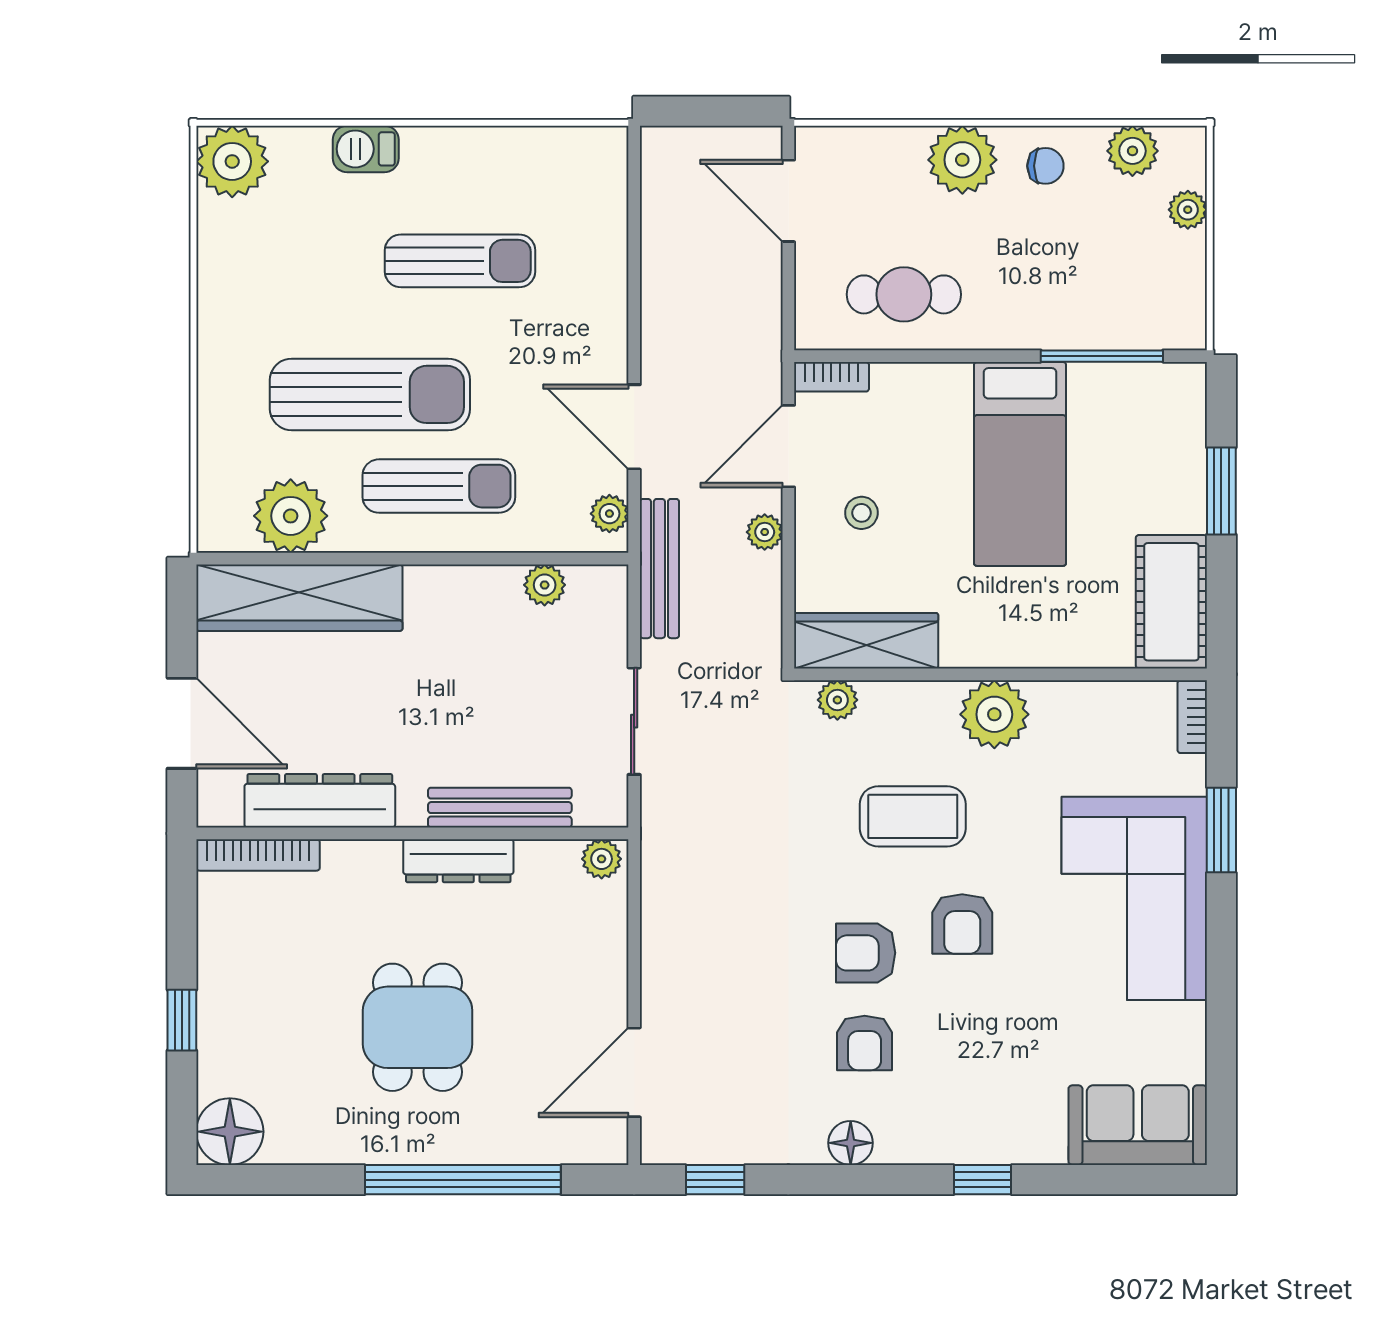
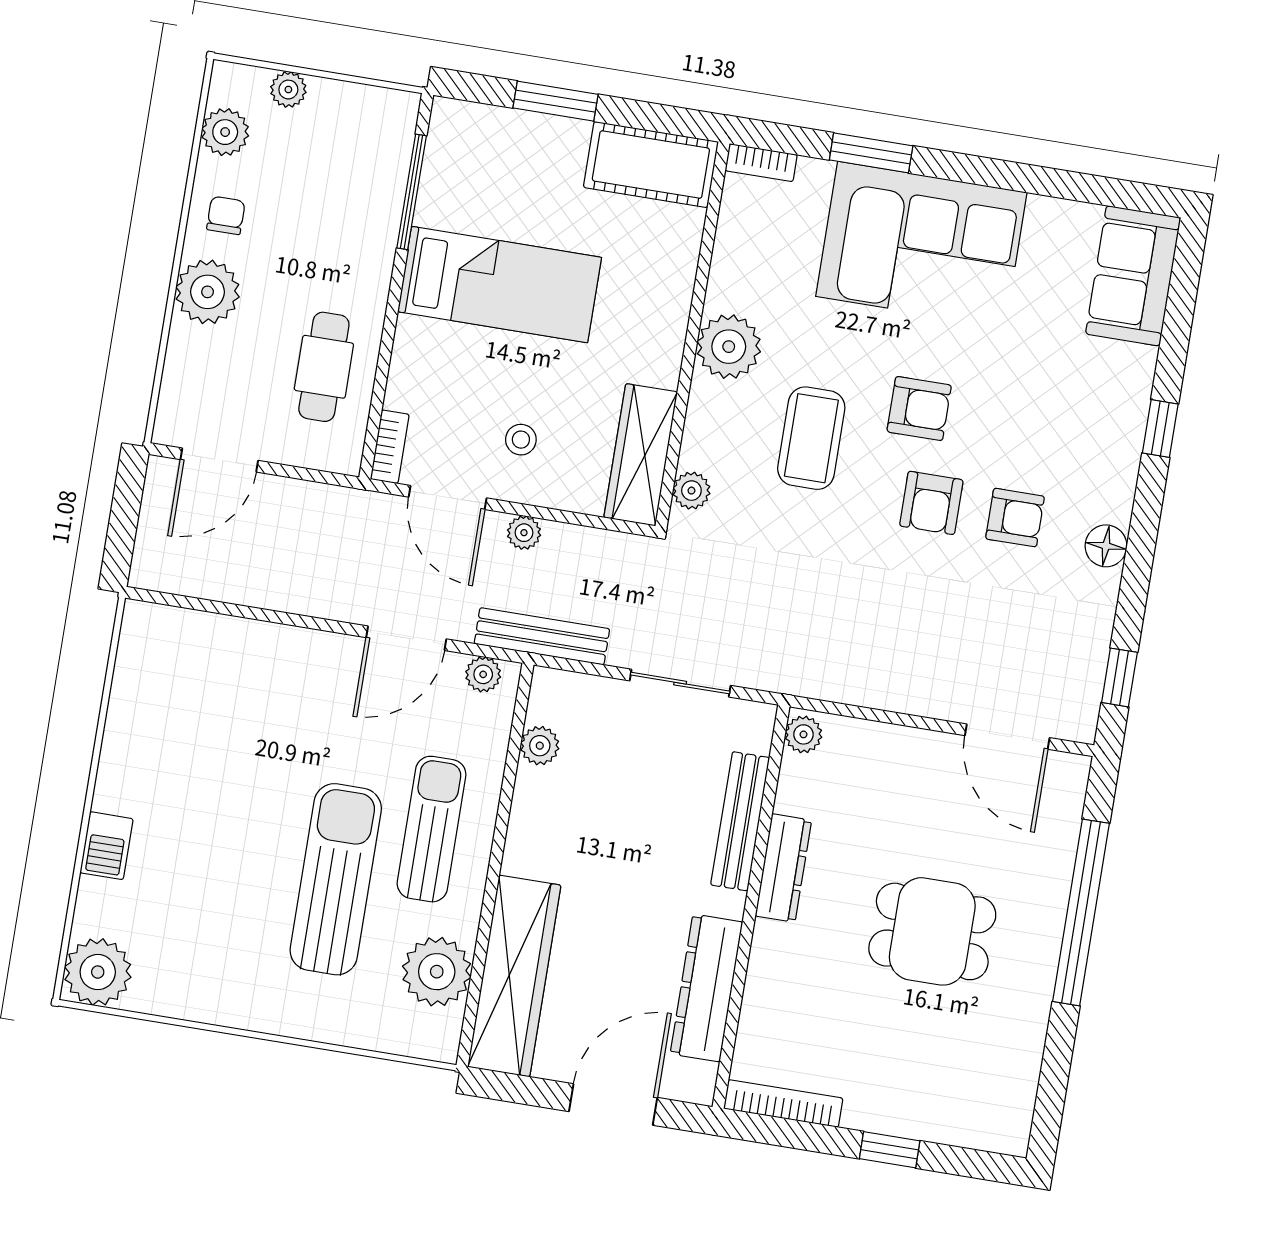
sun lounger: (460, 261) -> (225, 775), removed
bookcase: (258, 855) -> (783, 1103), moved, turned -90
floor lamp: (230, 1132) -> (1001, 1122), removed

